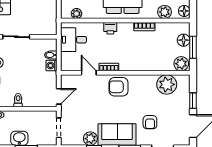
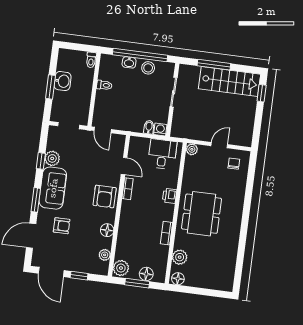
plant: (77, 14) -> (192, 149), moved
washing machine: (52, 65) -> (160, 129), moved
door: (89, 73) -> (124, 166), hinge flipped
floor lamp: (149, 81) -> (107, 230), added
plant: (167, 84) -> (105, 255), width x0.53, depth x0.53
armchair: (119, 87) -> (105, 197), turned 180
armchair: (150, 122) -> (62, 226), turned 180

